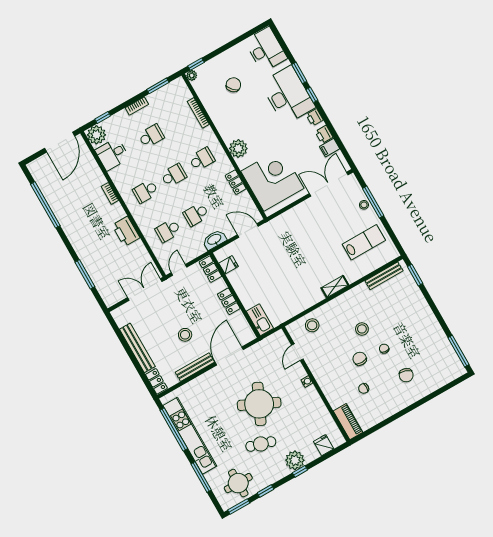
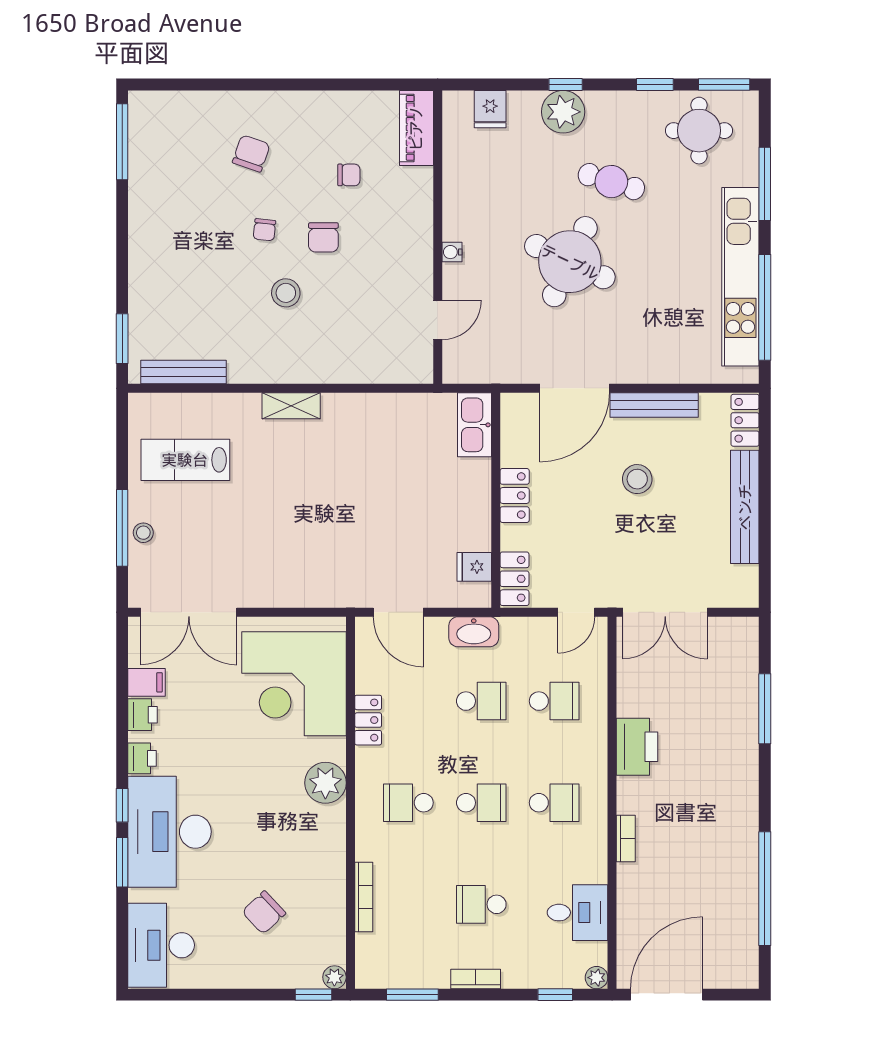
plant: (96, 135) -> (597, 978), width x0.53, depth x0.53
school desk: (174, 175) -> (481, 803), turned 180
stool: (312, 325) -> (379, 356), removed

